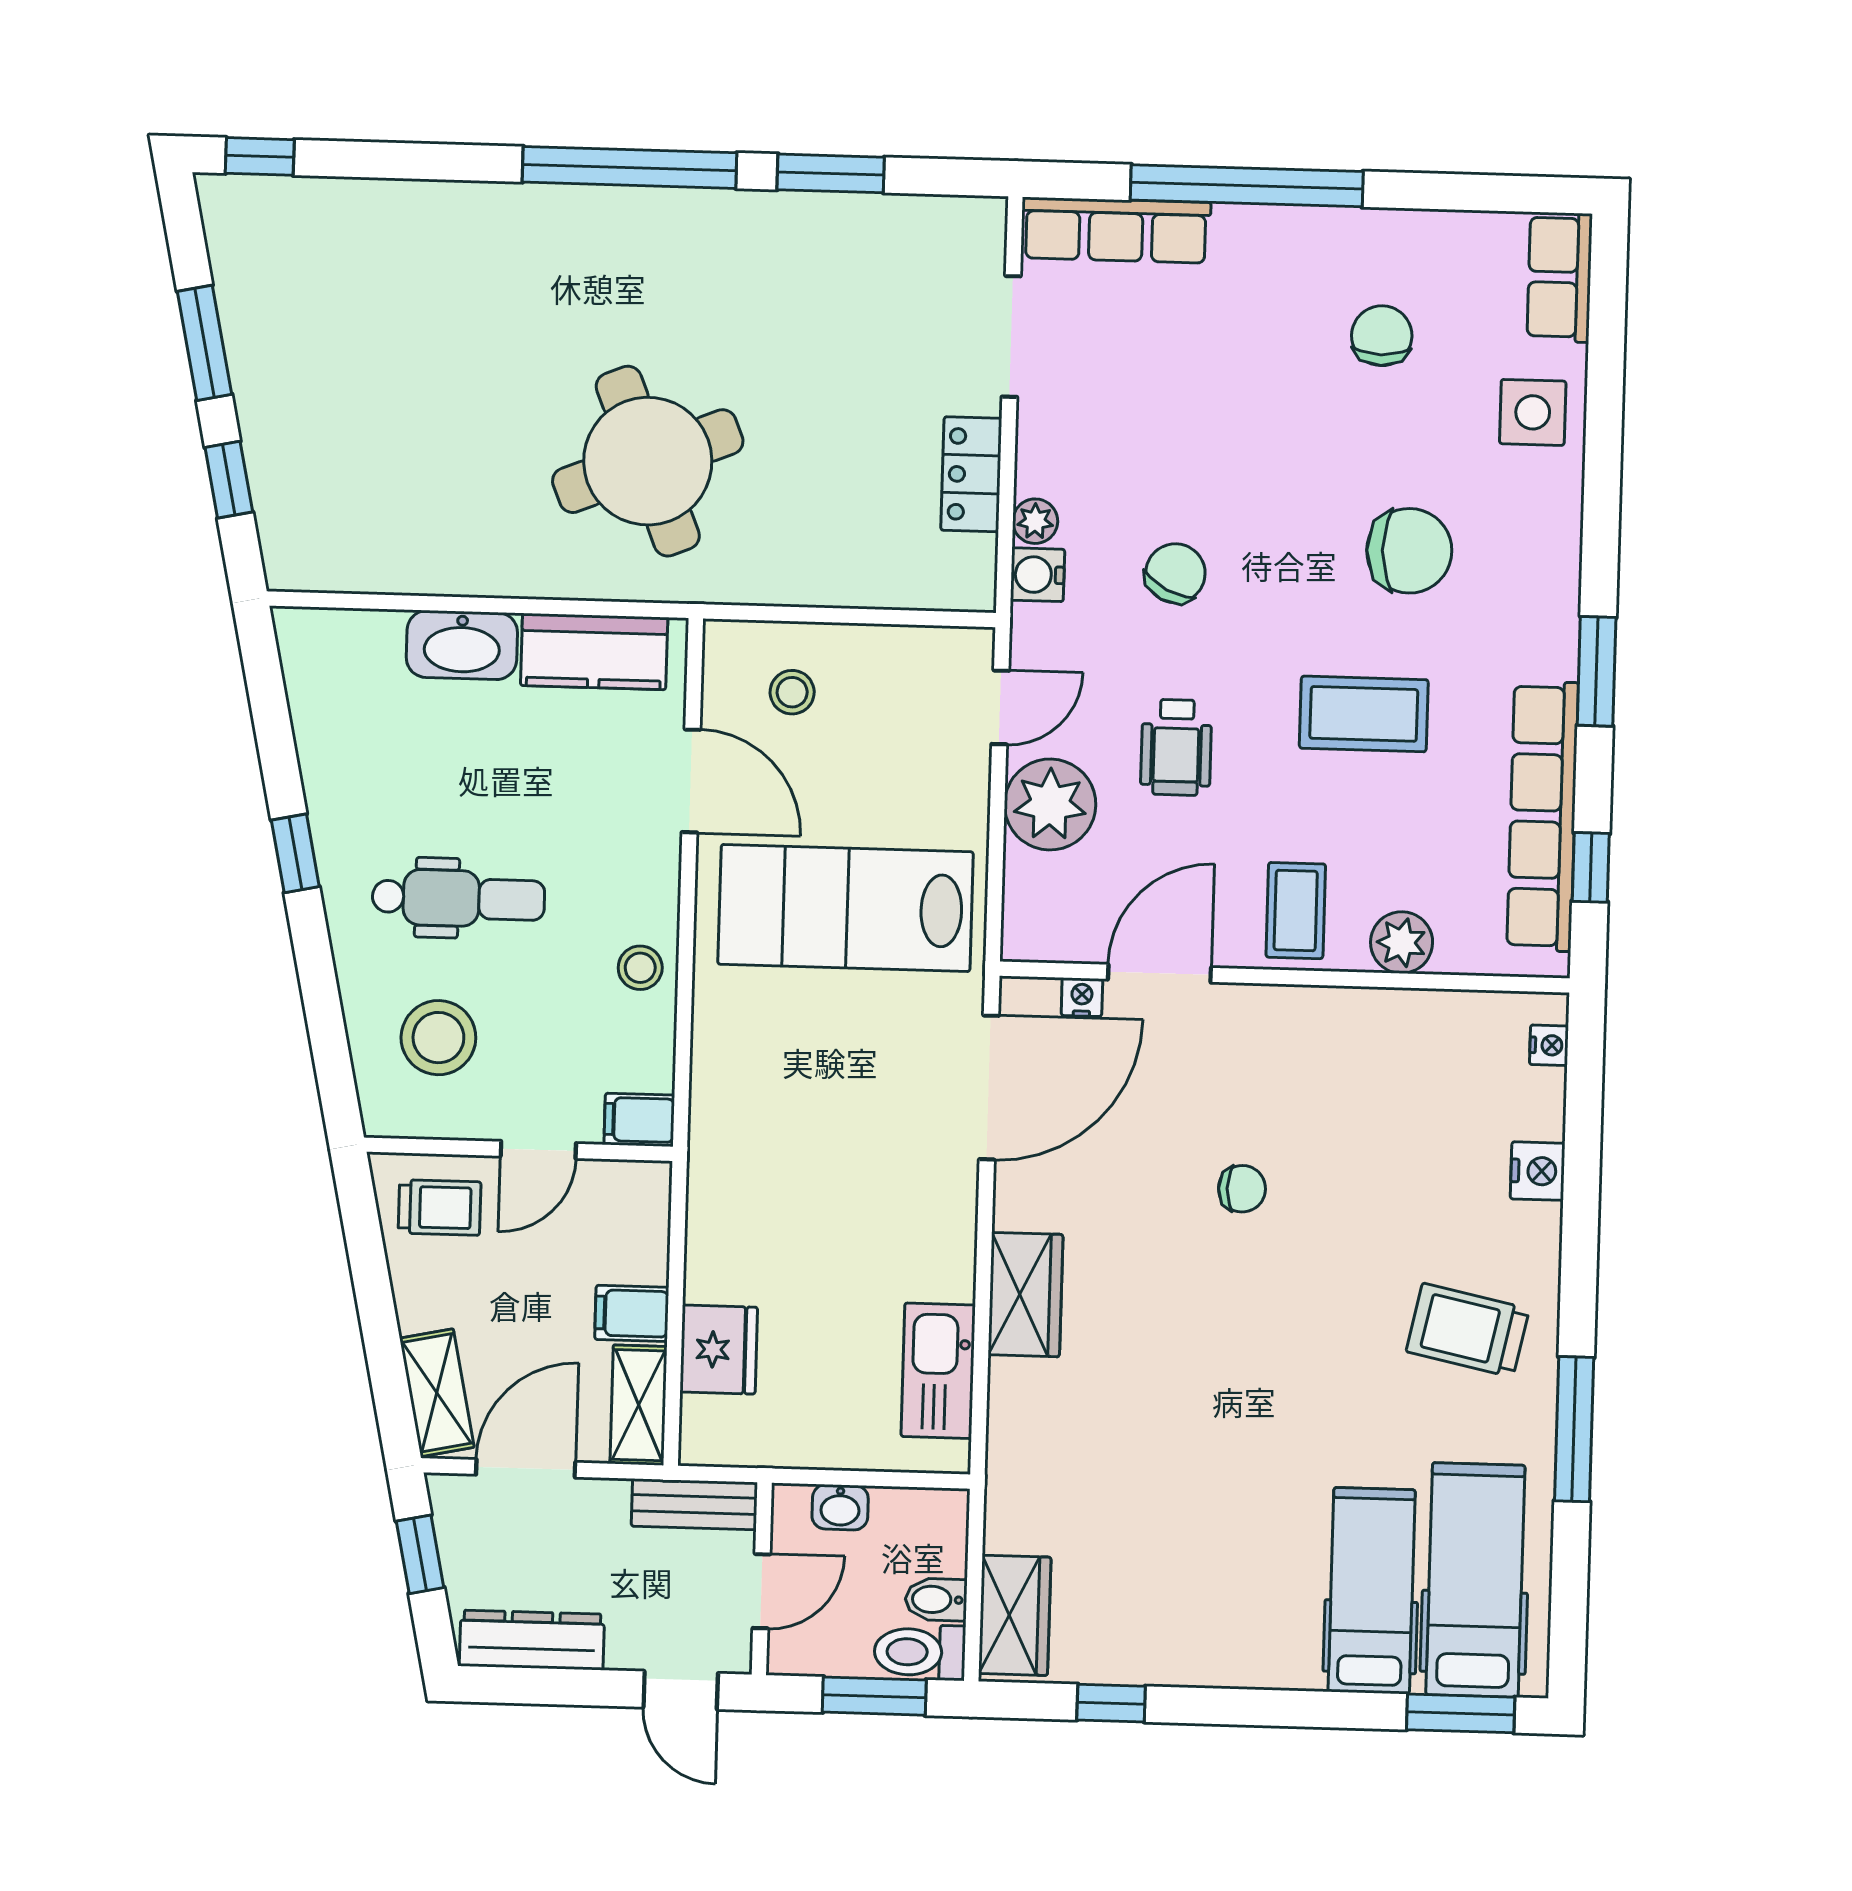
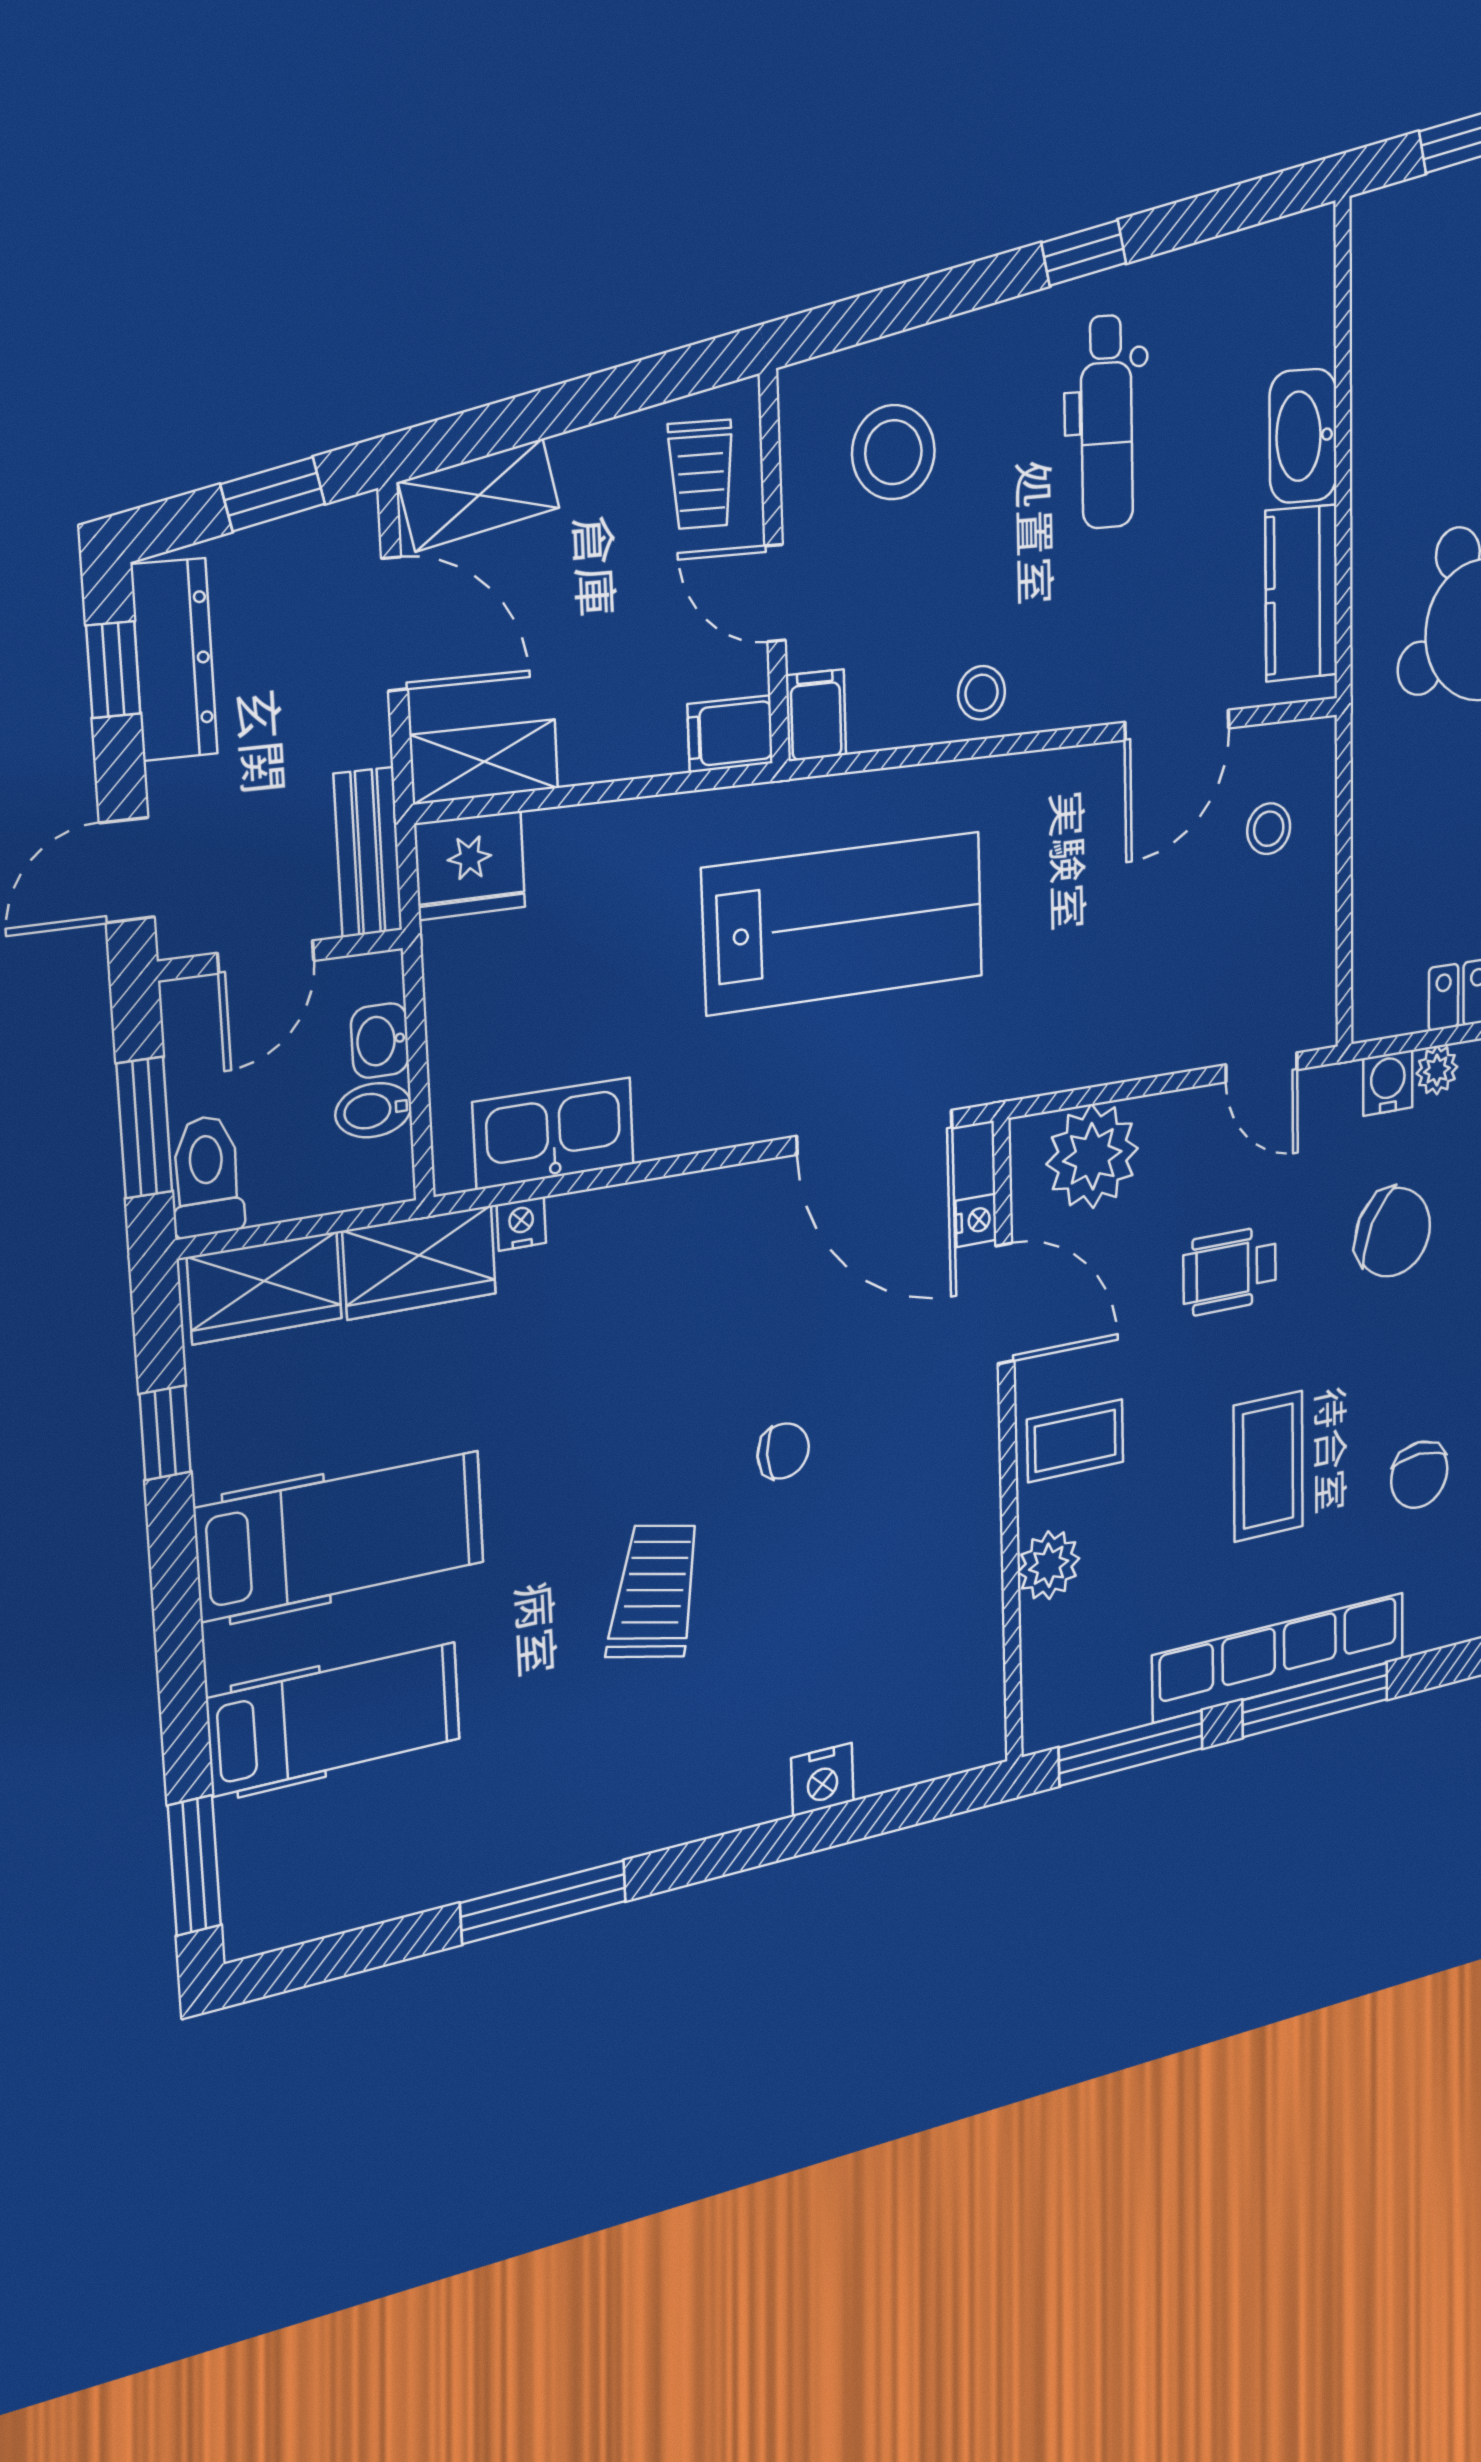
chair: (1409, 551) -> (1419, 1475), width x0.73, depth x0.73
chair: (1175, 573) -> (1393, 1232), width x1.37, depth x1.37
window: (1597, 671) -> (1315, 1700), width x1.44
plant: (1050, 804) -> (1092, 1156), moved
row of seats: (1543, 816) -> (1279, 1657), moved
window: (1591, 867) -> (1131, 1748), width x2.17
dental chair: (458, 898) -> (1107, 422), moved
lab bench: (846, 908) -> (844, 923), moved, turned 90
nightstand: (1549, 1045) -> (521, 1224), moved, turned 180
chair: (1242, 1189) -> (783, 1451), turned -90
wardrobe: (1025, 1295) -> (420, 1262), moved
filing cabinet: (632, 1313) -> (730, 734), moved, turned -90
trolley: (1468, 1330) -> (655, 1591), moved
fridge: (719, 1350) -> (470, 865), moved
hospital bed: (1475, 1580) -> (341, 1536), moved
door: (761, 1591) -> (266, 957), hinge flipped
bidet: (936, 1600) -> (374, 1110), moved, turned -90
window: (534, 1686) -> (113, 670), added

